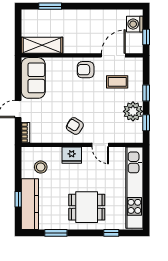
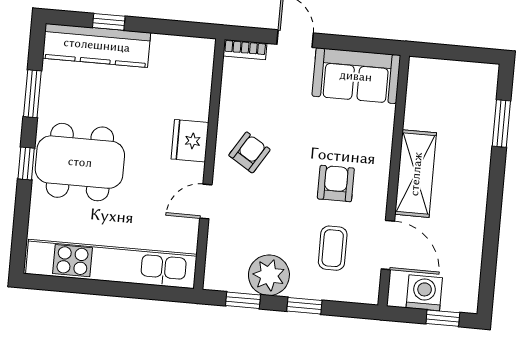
washing machine: (135, 24) -> (424, 293), moved
window: (146, 37) -> (443, 318), moved
shelving: (42, 45) -> (416, 174), moved
armchair: (86, 70) -> (336, 183), moved
stool: (41, 167) -> (171, 74), removed
dining table: (87, 207) -> (80, 162), width x1.38
window: (111, 233) -> (26, 164), moved

